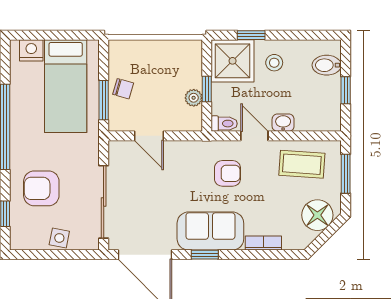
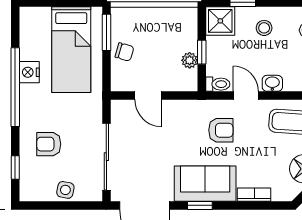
nightstand: (31, 50) -> (29, 72), moved, turned -90
shower: (233, 61) -> (220, 21), width x0.73, depth x0.73
window: (104, 100) -> (106, 32), moved
armchair: (41, 188) -> (49, 144), width x0.72, depth x0.72

